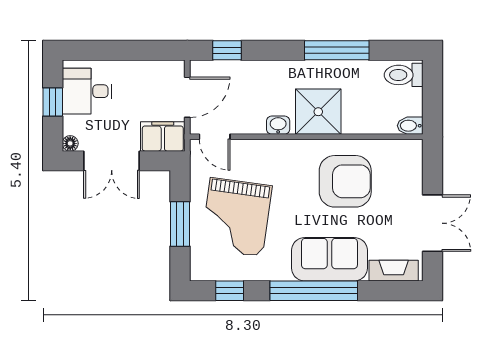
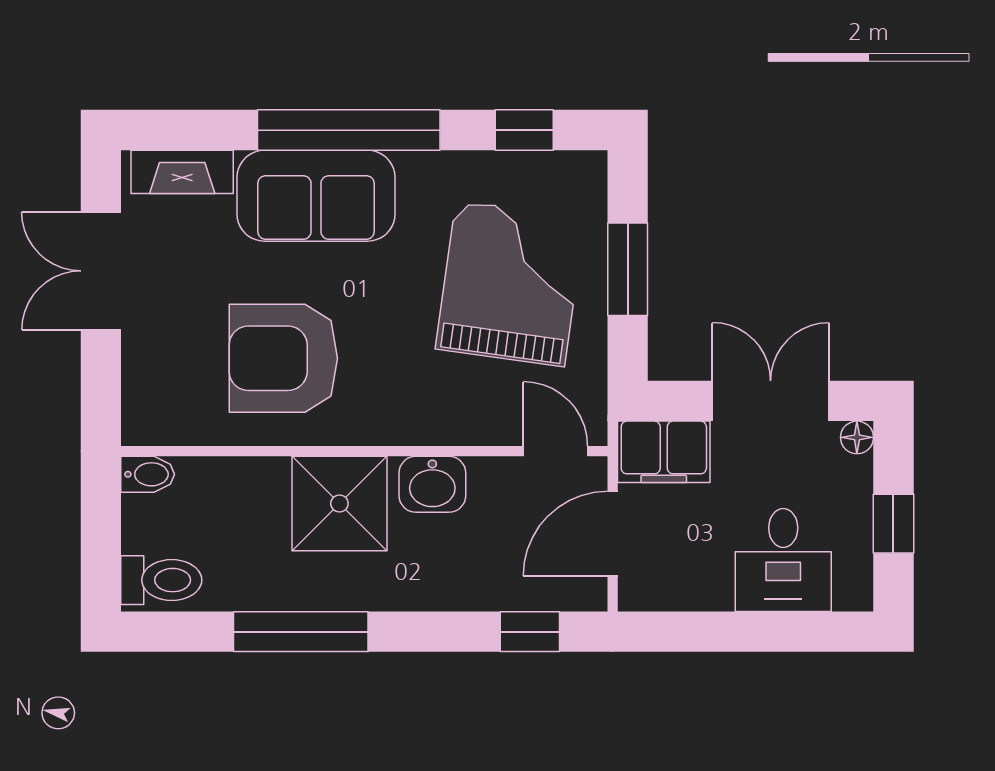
desk: (87, 91) -> (783, 560), moved, turned 90
washbasin: (278, 125) -> (432, 484), width x1.38, depth x1.45

